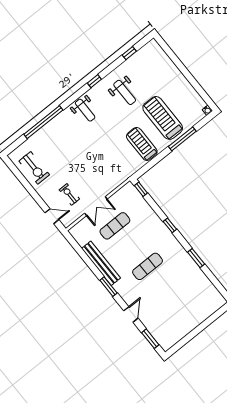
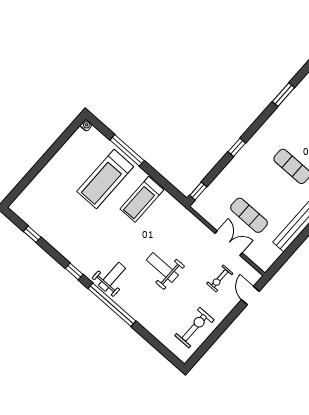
weight bench: (125, 92) -> (162, 267), moved, turned -90
window: (43, 122) -> (112, 305), moved
window: (196, 258) -> (283, 95), moved

